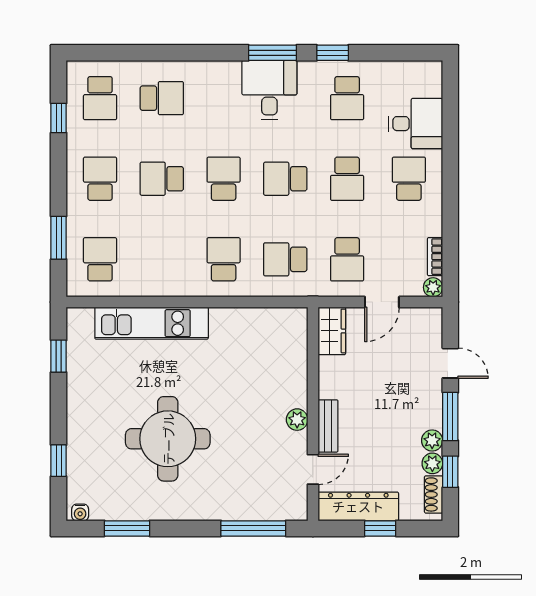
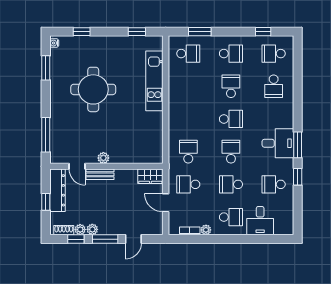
school desk: (224, 259) -> (188, 119), removed
plant: (433, 287) -> (206, 230), moved

